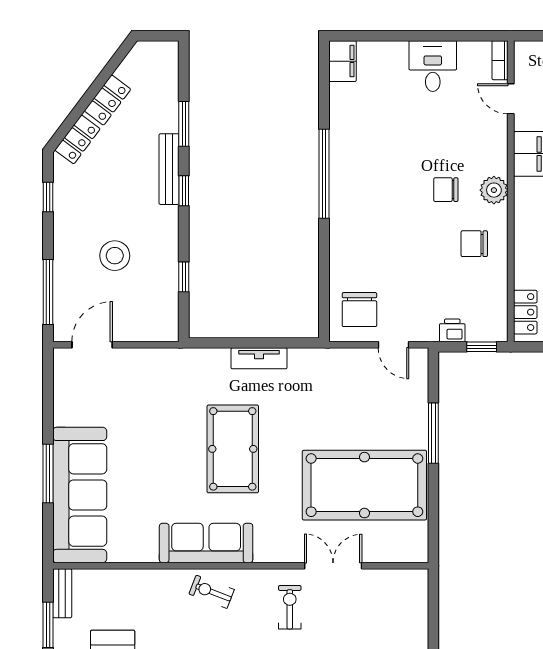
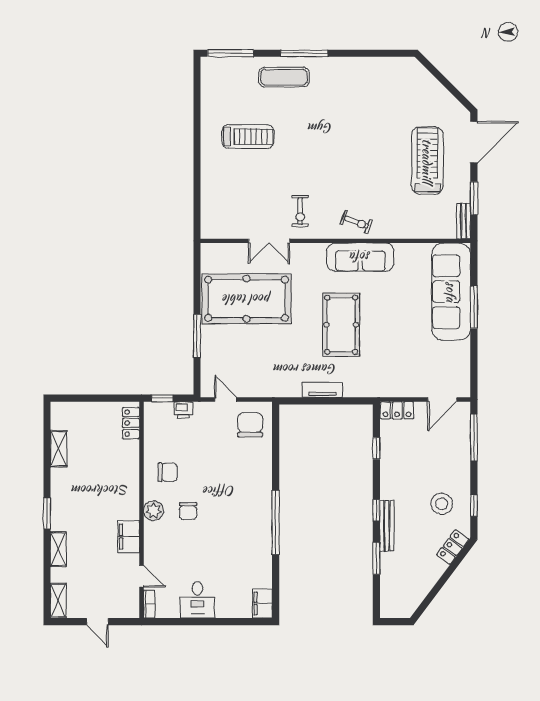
locker: (108, 100) -> (397, 410), moved, turned -127
chair: (446, 190) -> (188, 511), turned 90
stool: (115, 256) -> (442, 504), moved

